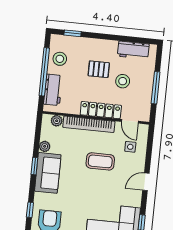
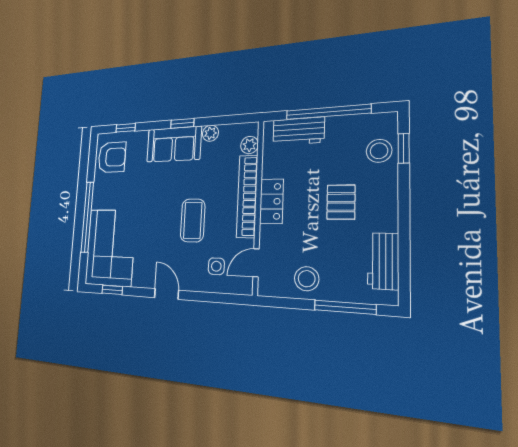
stool: (60, 59) -> (379, 151), moved
stool: (123, 81) -> (307, 279), moved
window: (156, 88) -> (345, 307), moved
locker: (101, 110) -> (271, 201), width x0.66

